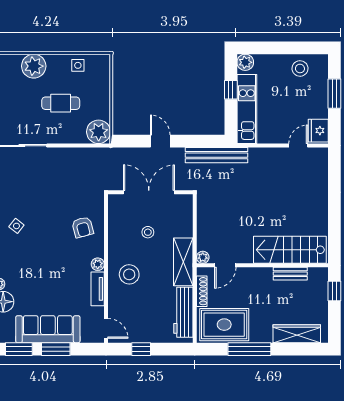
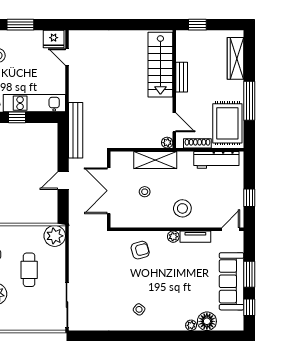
shelving: (183, 262) -> (155, 160), moved
bench: (290, 274) -> (182, 77), moved
window: (19, 349) -> (249, 307), width x0.67

